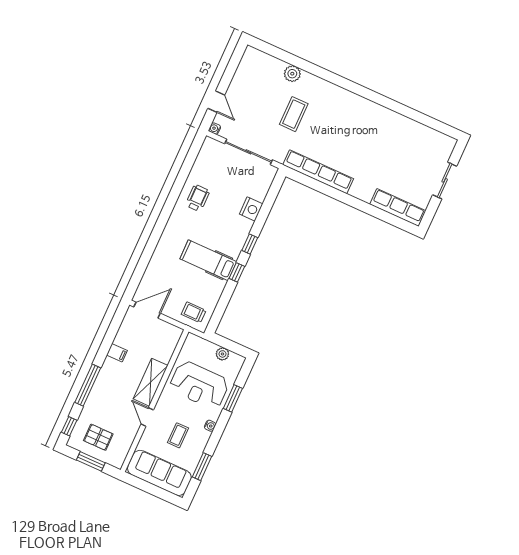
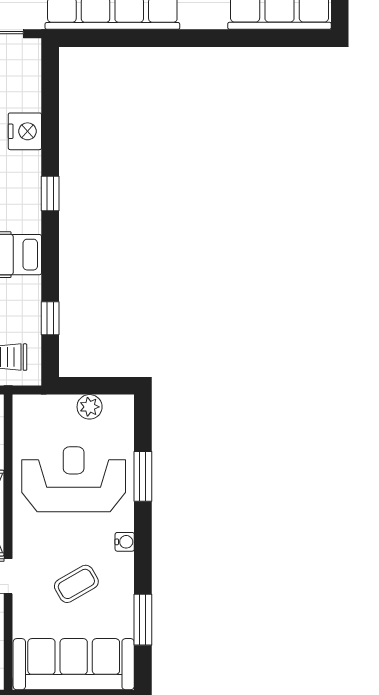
window: (237, 272) -> (50, 318), moved
reception desk: (199, 385) -> (74, 479), turned 180
coffee table: (178, 435) -> (76, 584), turned 60

